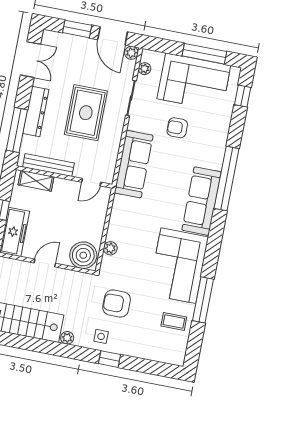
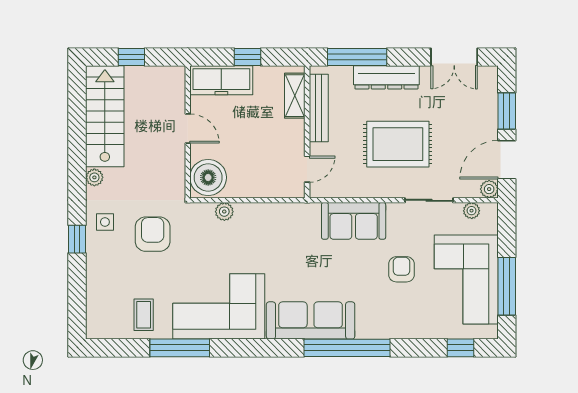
sofa: (134, 164) -> (354, 221), width x0.73
door: (91, 182) -> (307, 169), swing flipped

